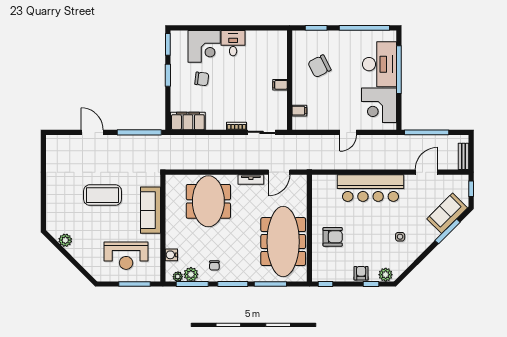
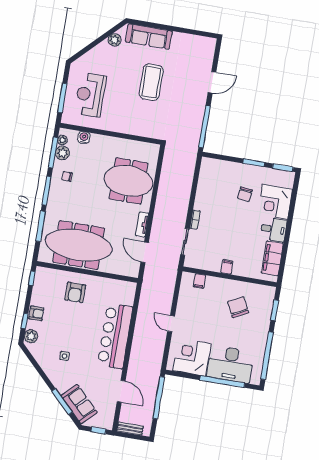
filing cabinet: (188, 121) -> (272, 258), moved, turned 180
sofa: (150, 210) -> (149, 36), moved, turned 180

